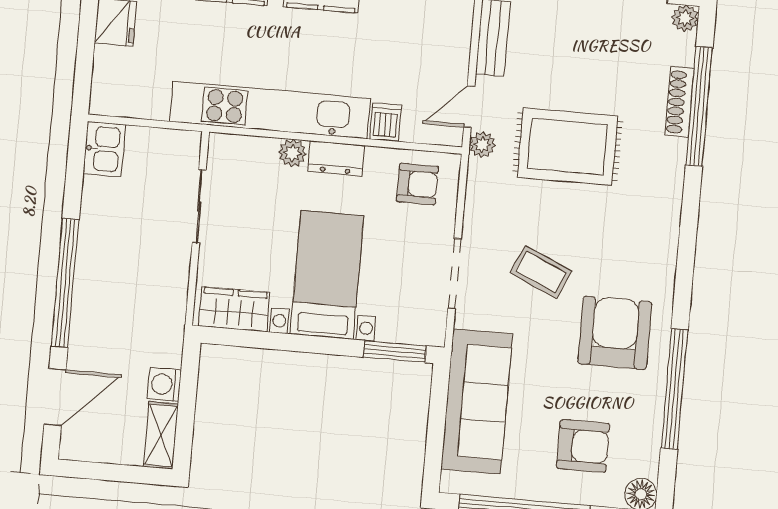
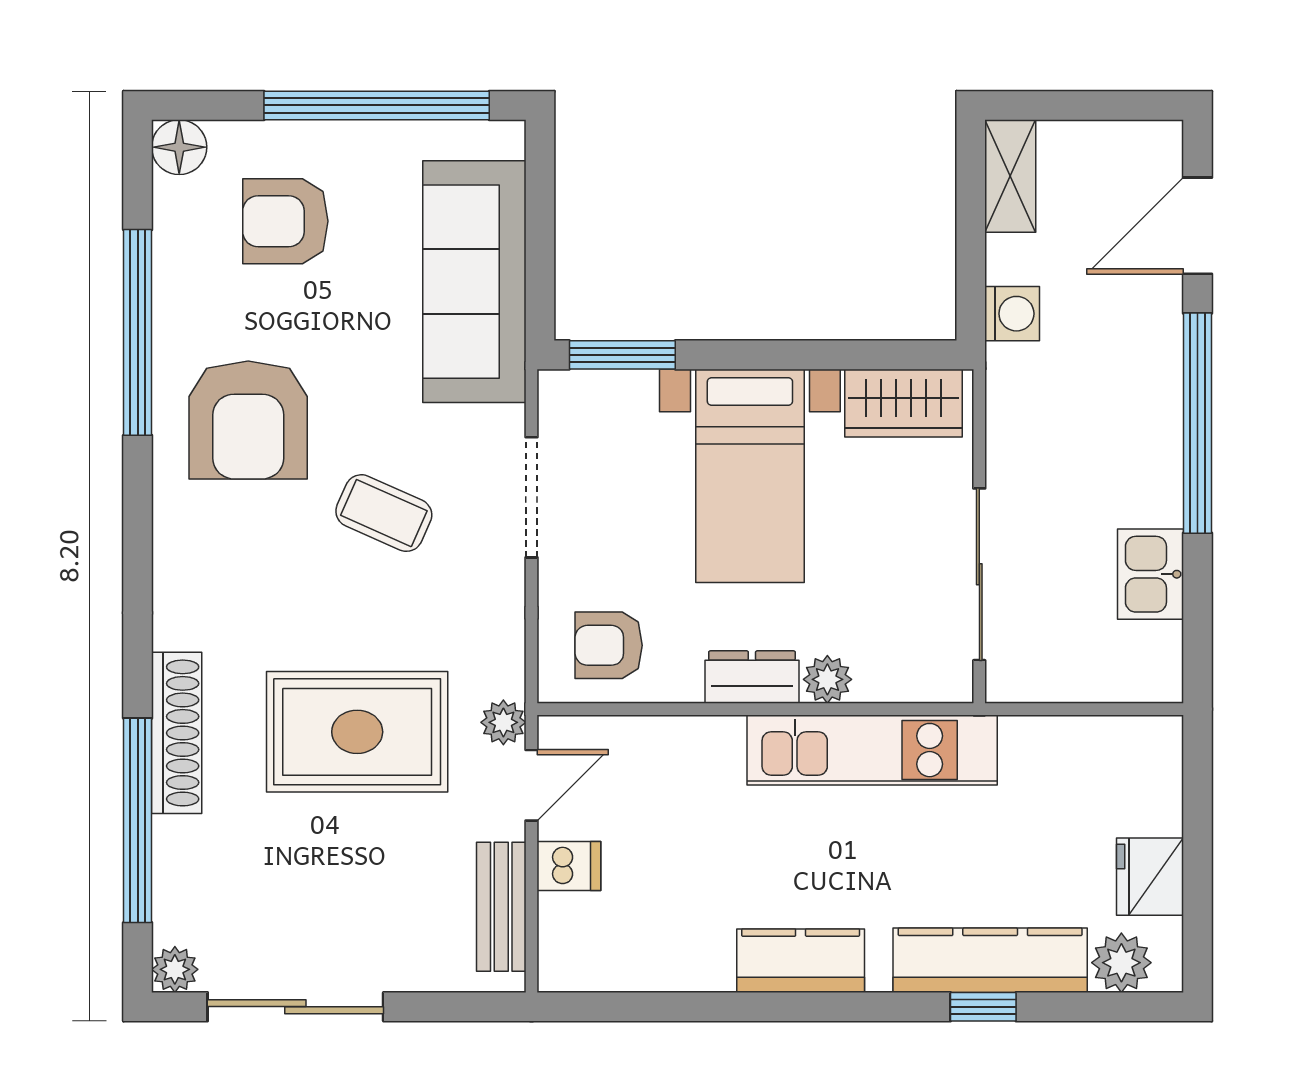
shoe rack: (679, 102) -> (177, 733), moved, width x1.36, depth x1.24
kitchen unit: (270, 110) -> (872, 750), width x0.73
dishwasher: (385, 122) -> (569, 866), moved, turned -90
kitchen sink: (104, 149) -> (1151, 574), moved
sliding door: (199, 206) -> (979, 574), width x1.37
washing machine: (164, 384) -> (1012, 314), moved

